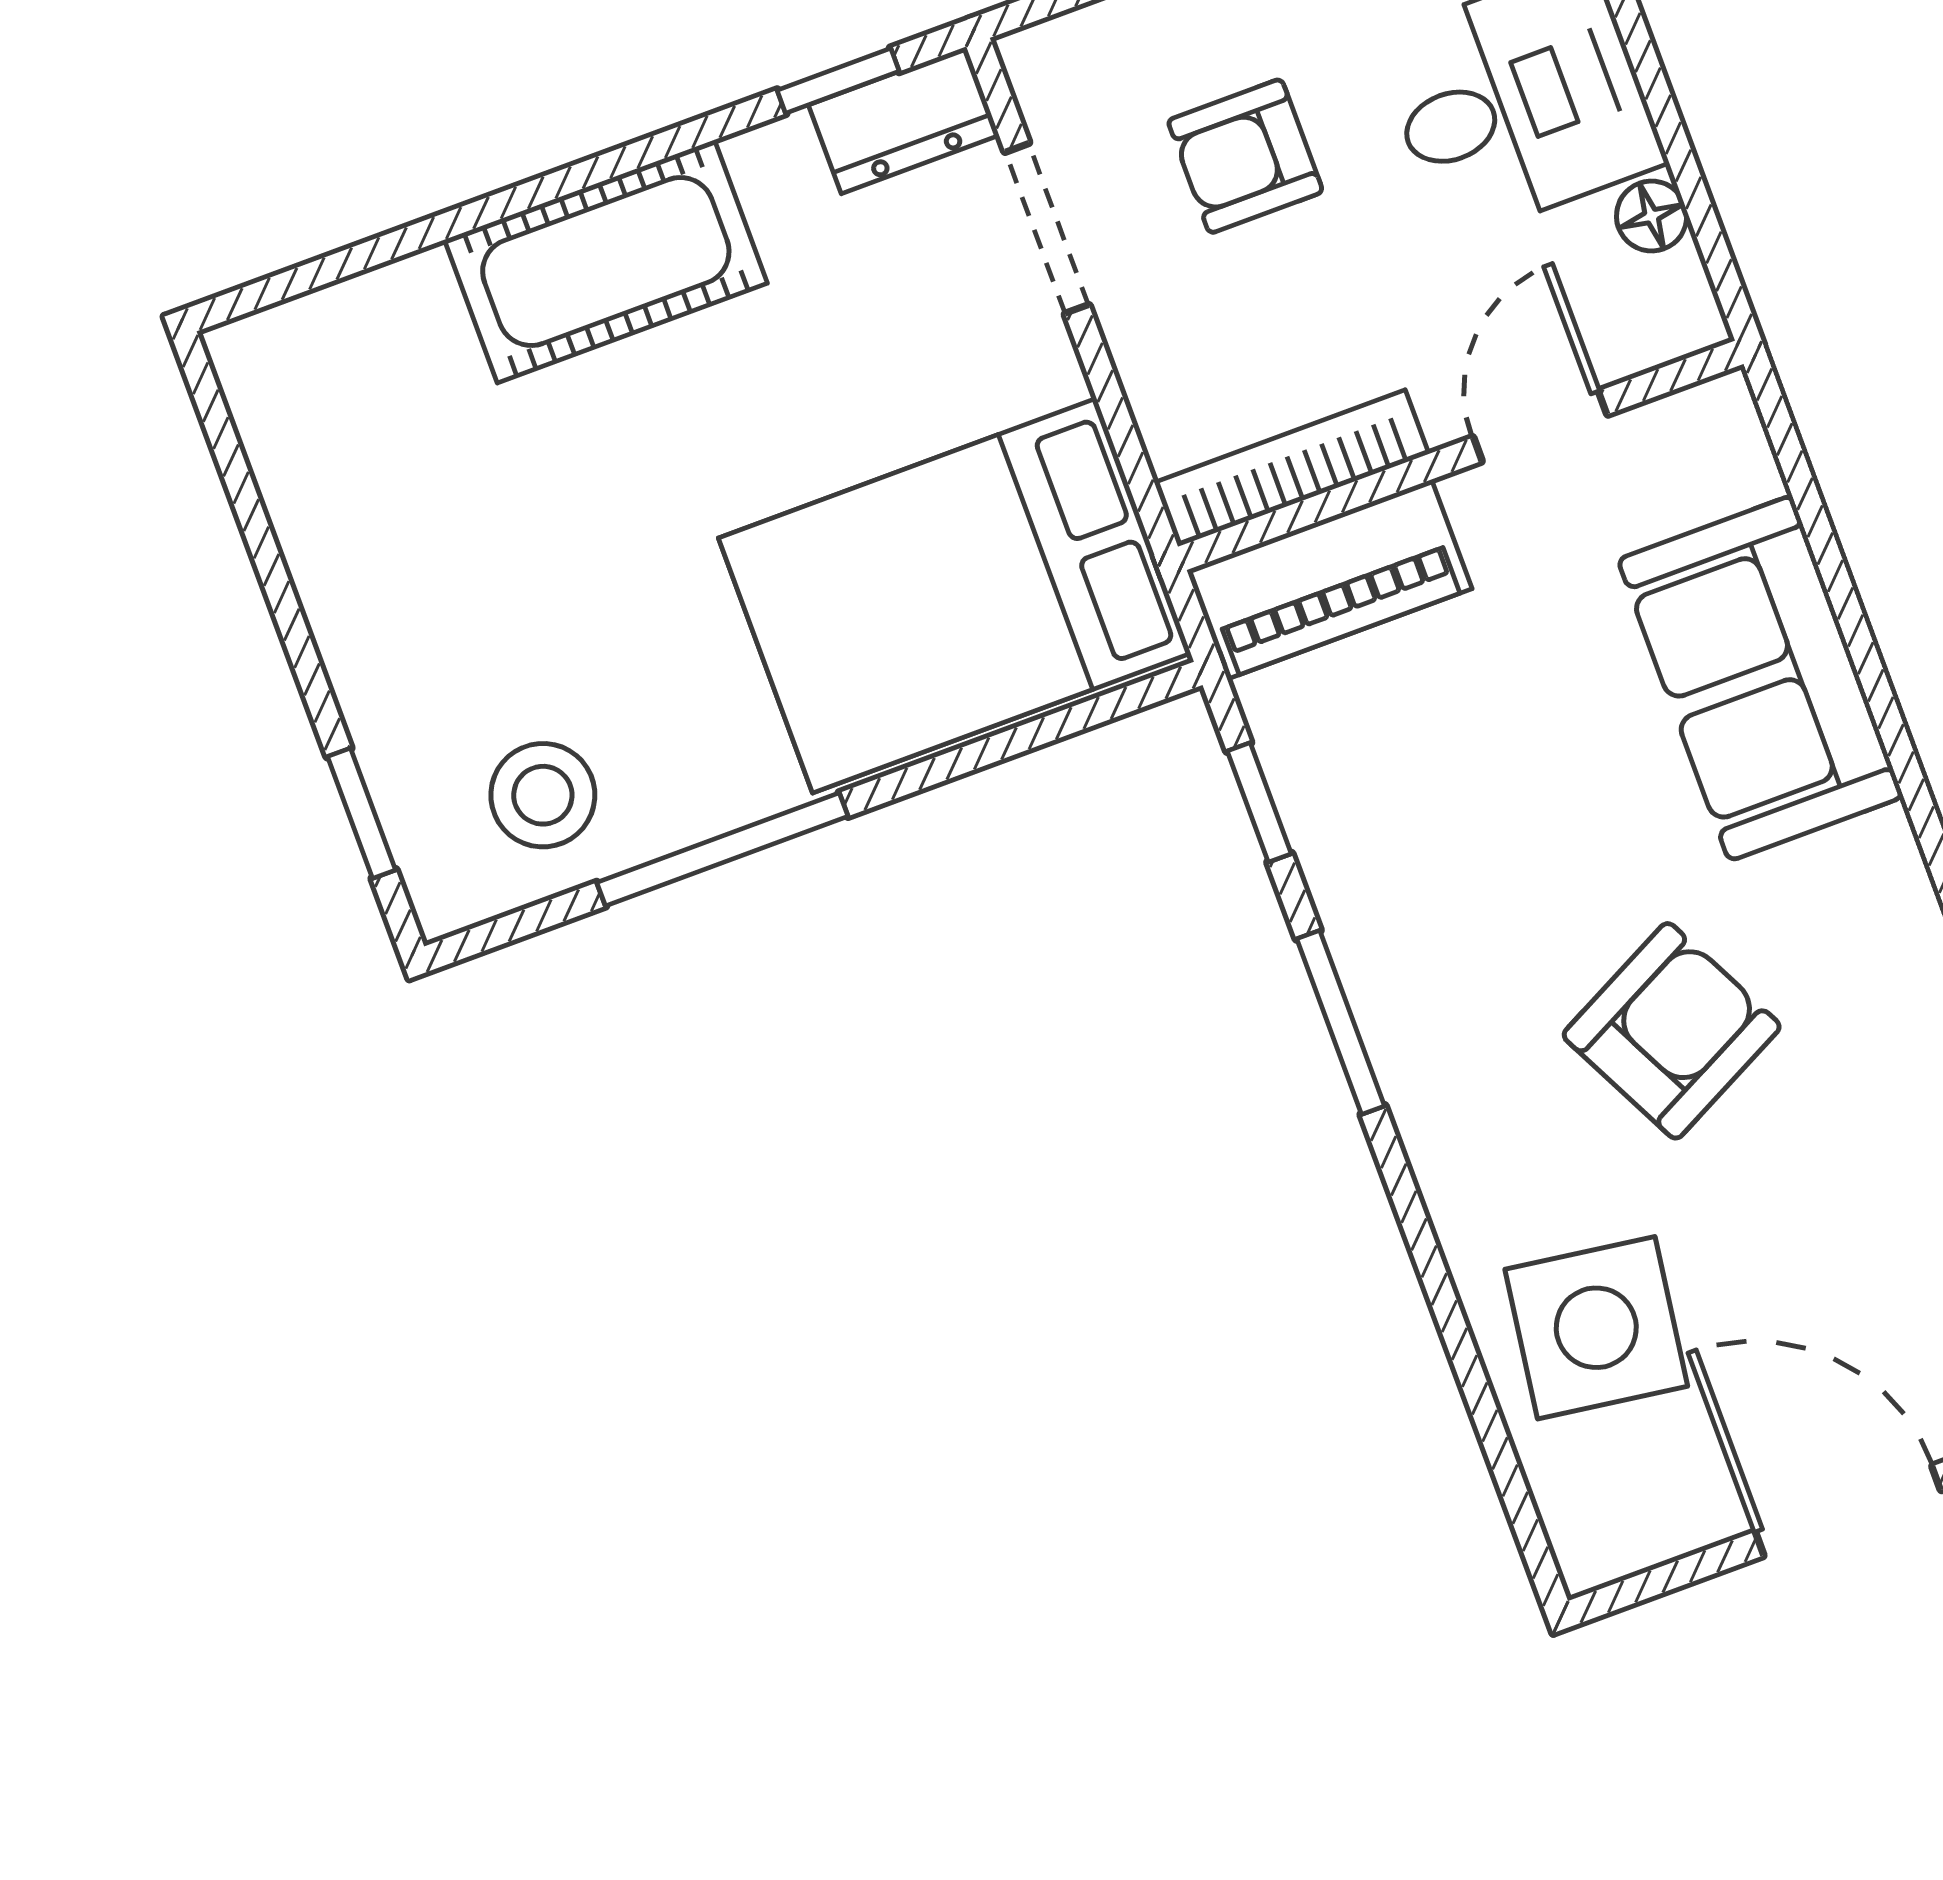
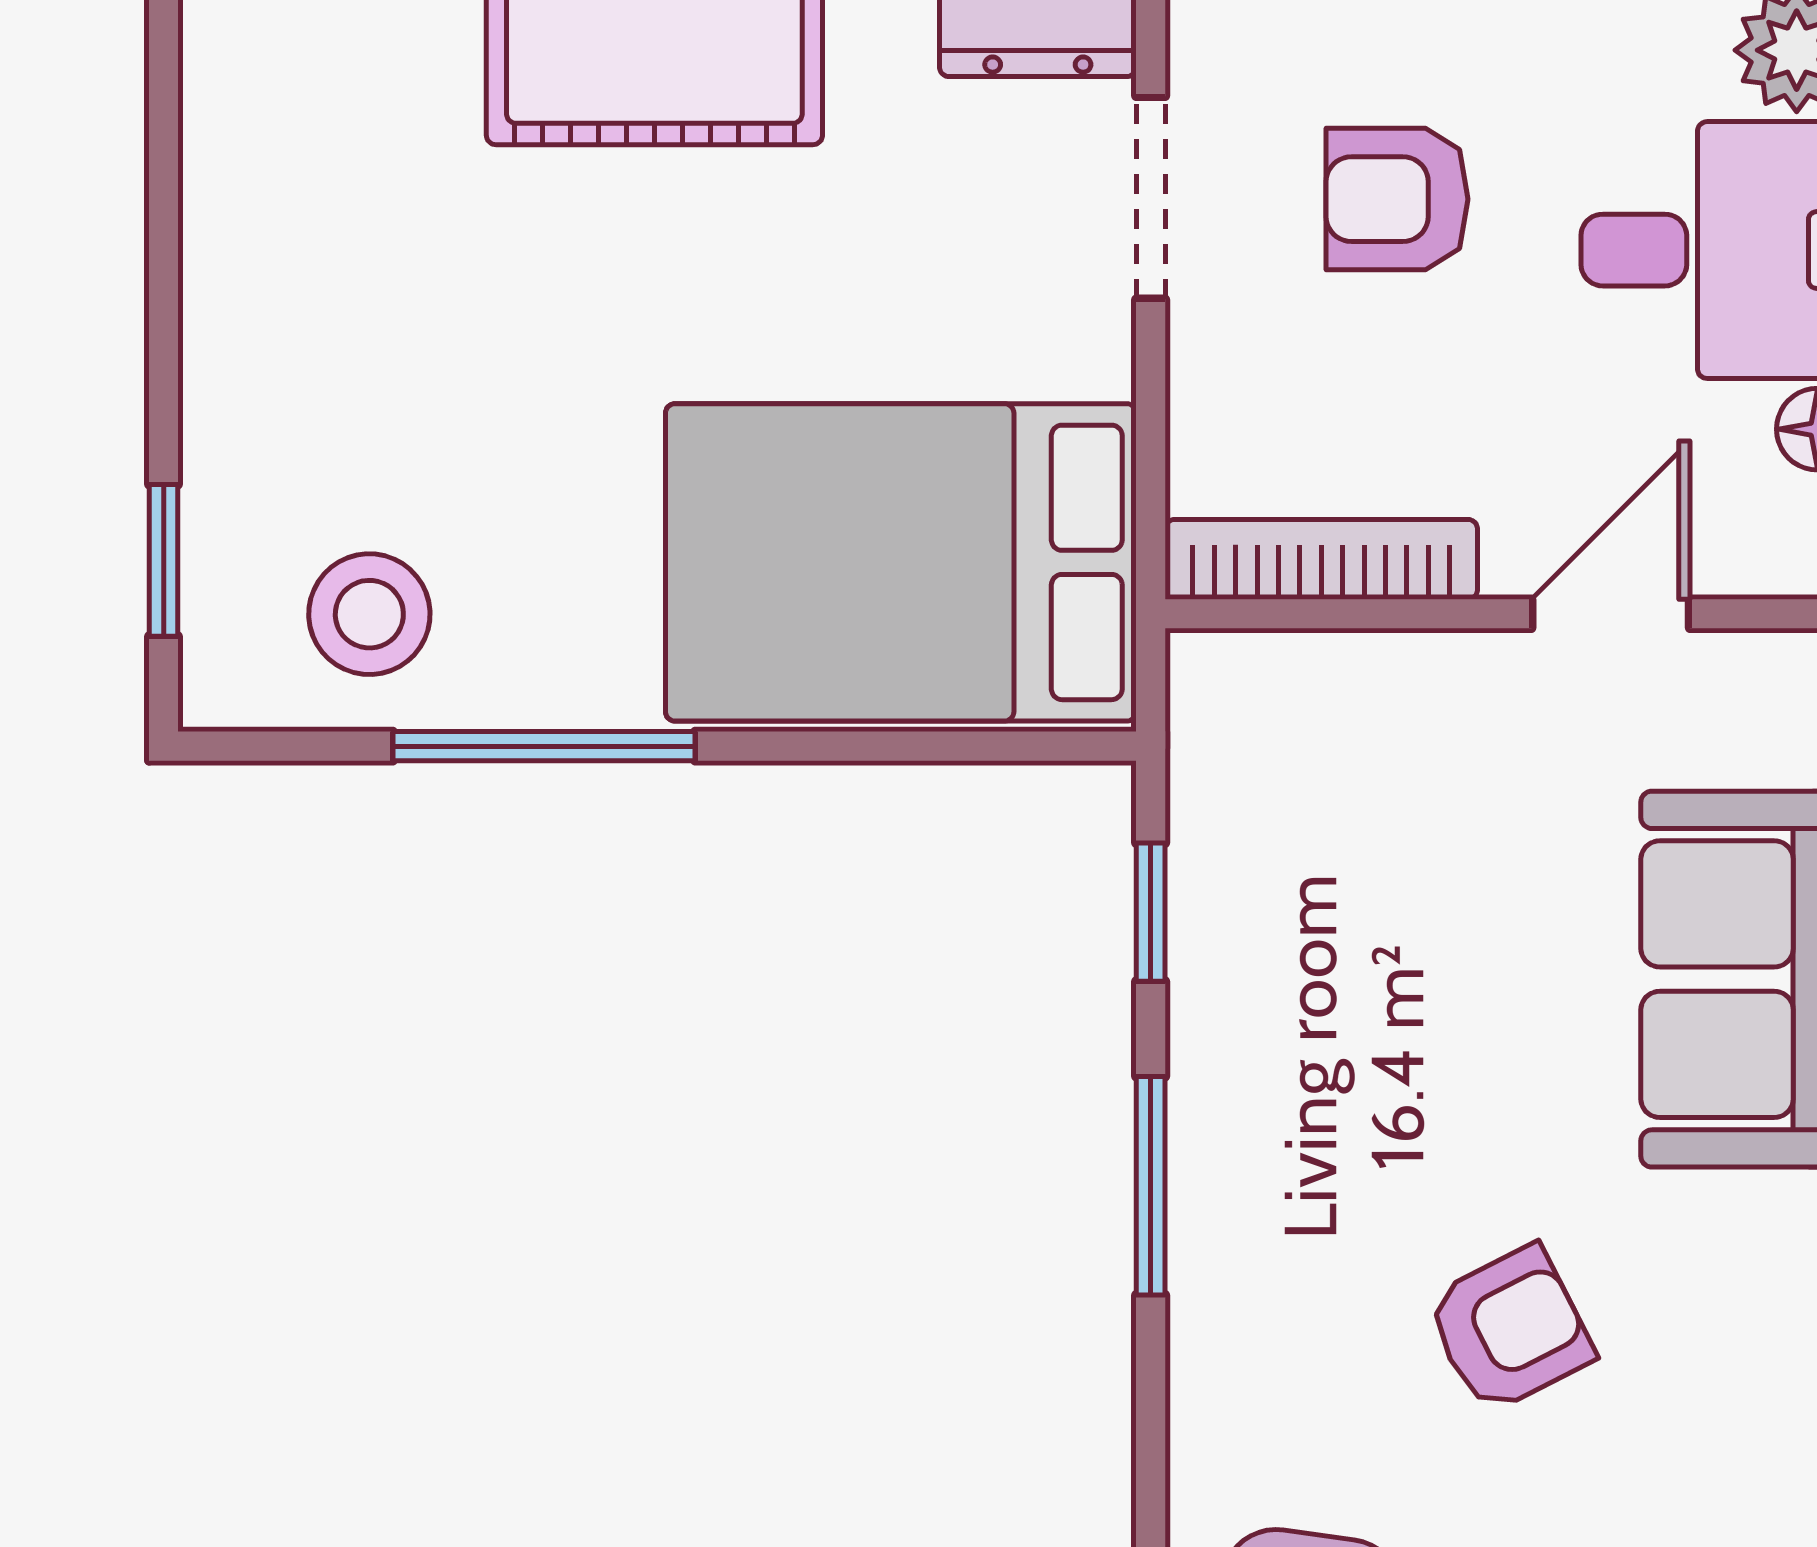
piano: (1329, 579) -> (1318, 696), removed
armchair: (1672, 1031) -> (1510, 1329), width x0.72, depth x0.72

